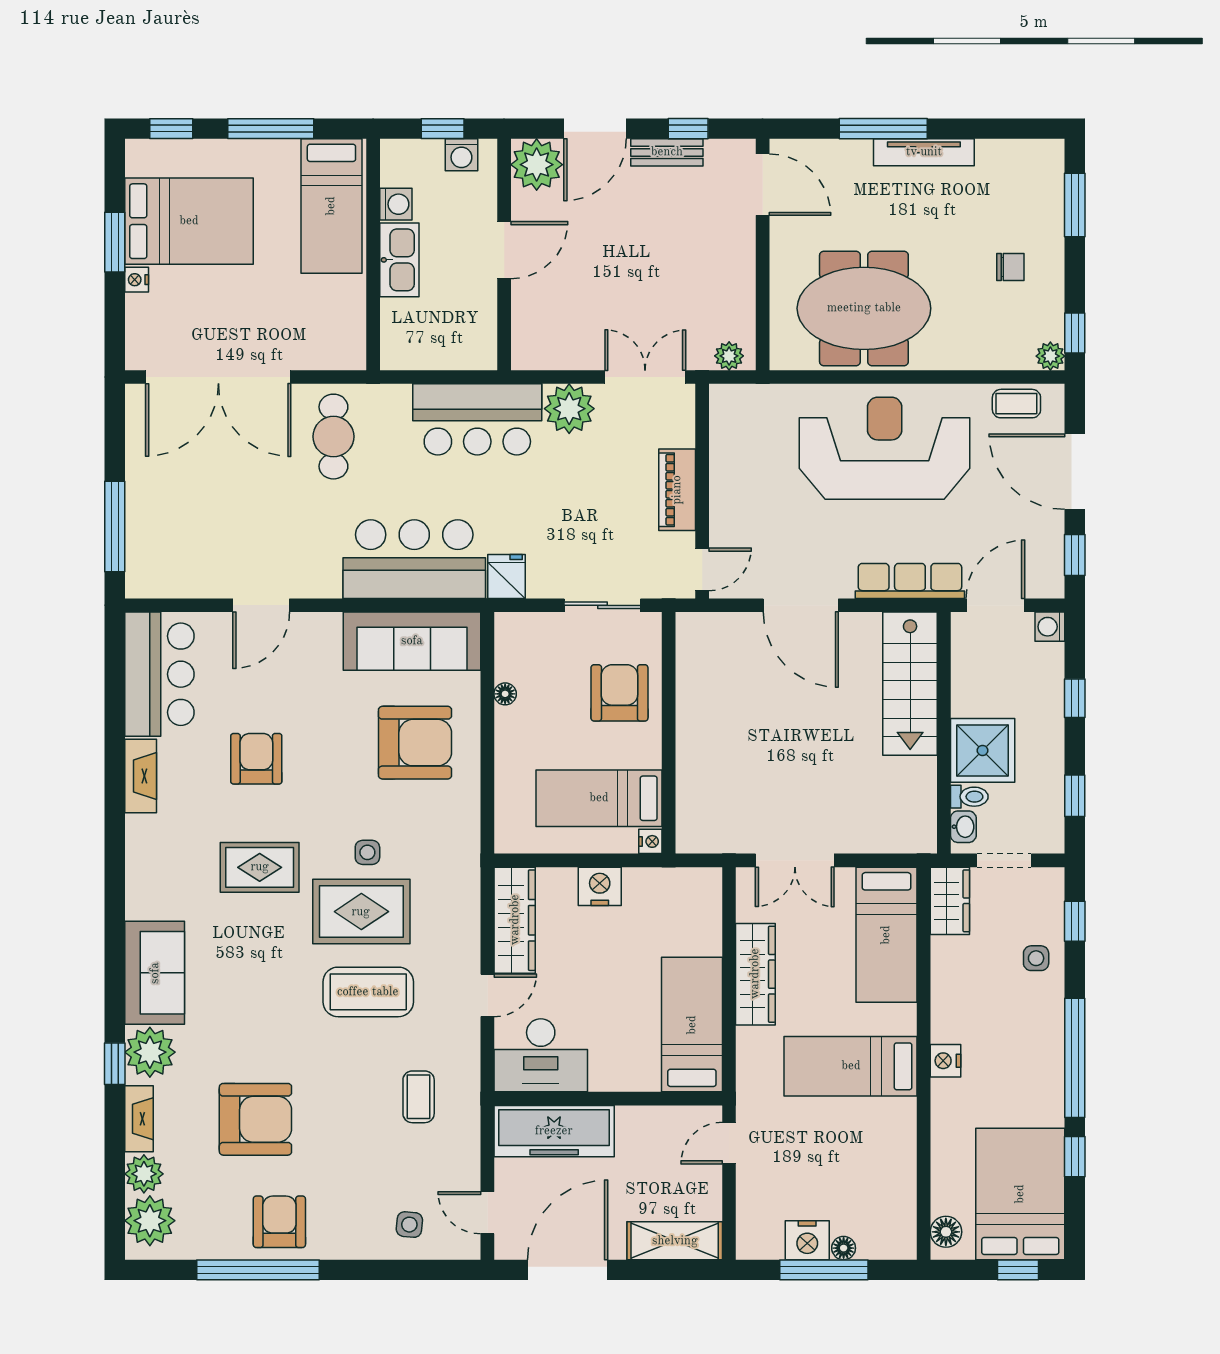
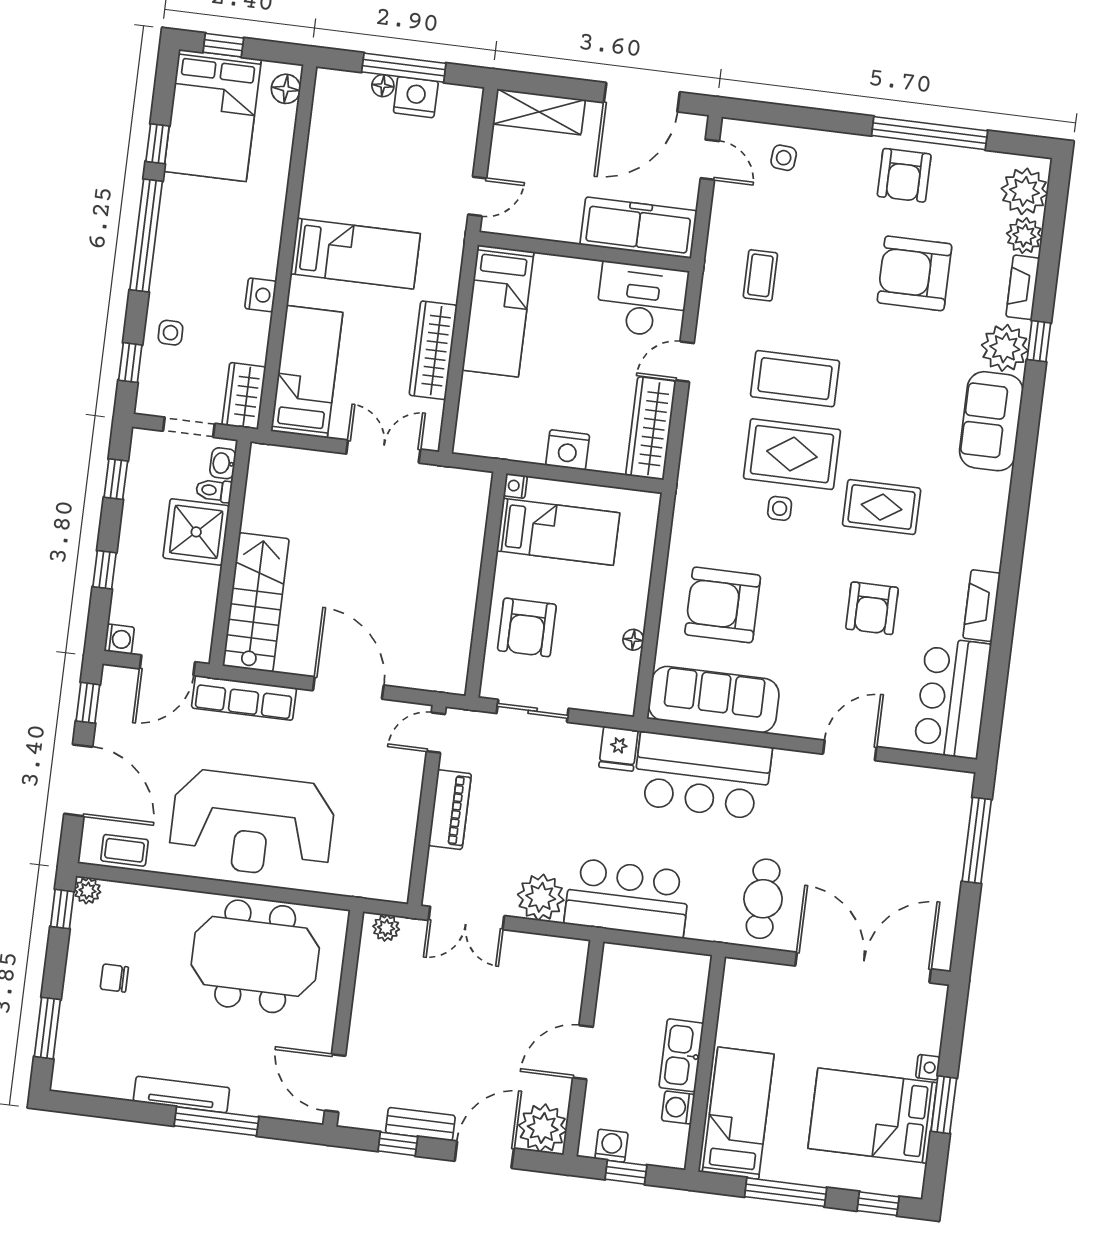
nightstand: (946, 1061) -> (261, 295), moved

